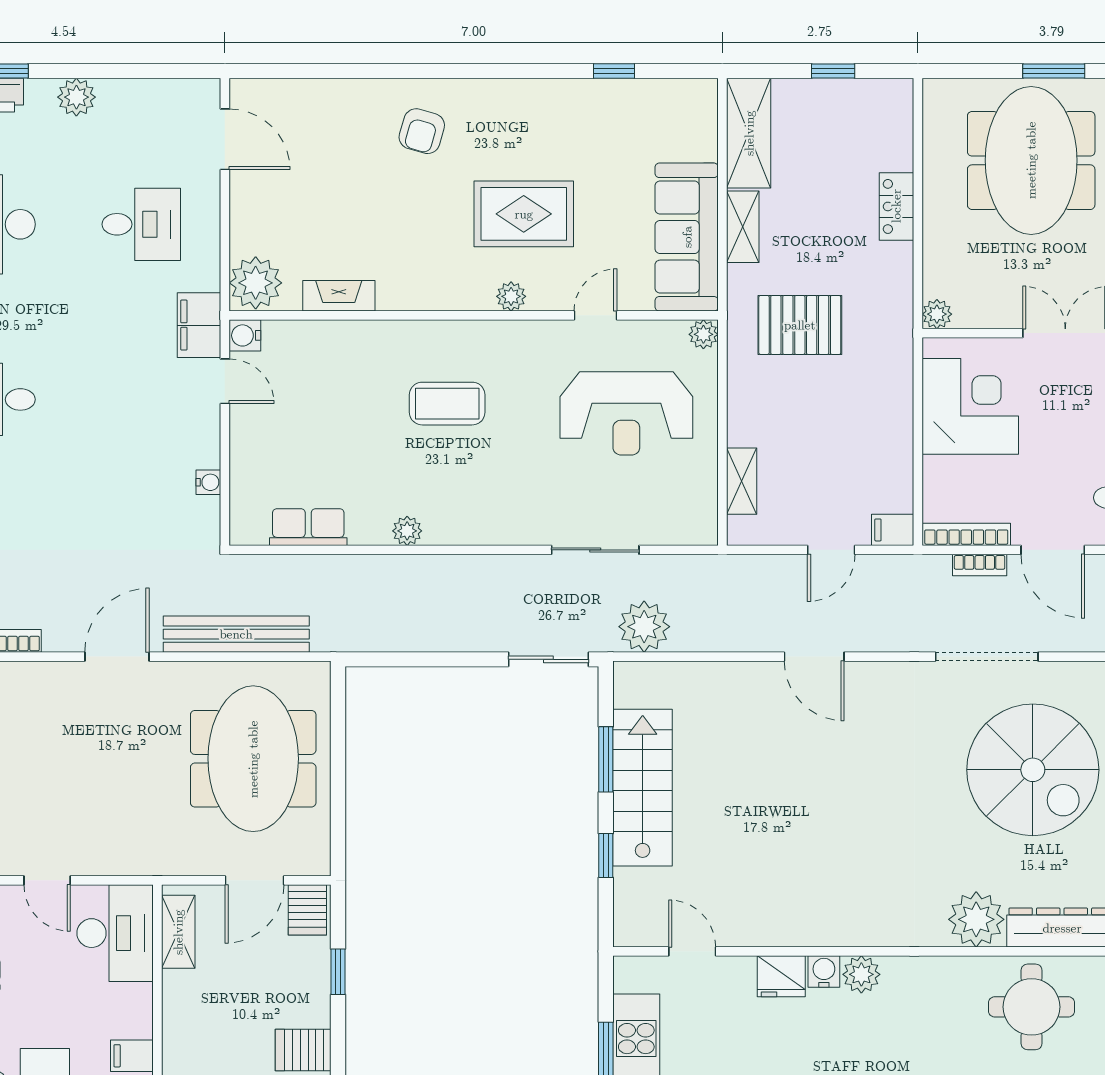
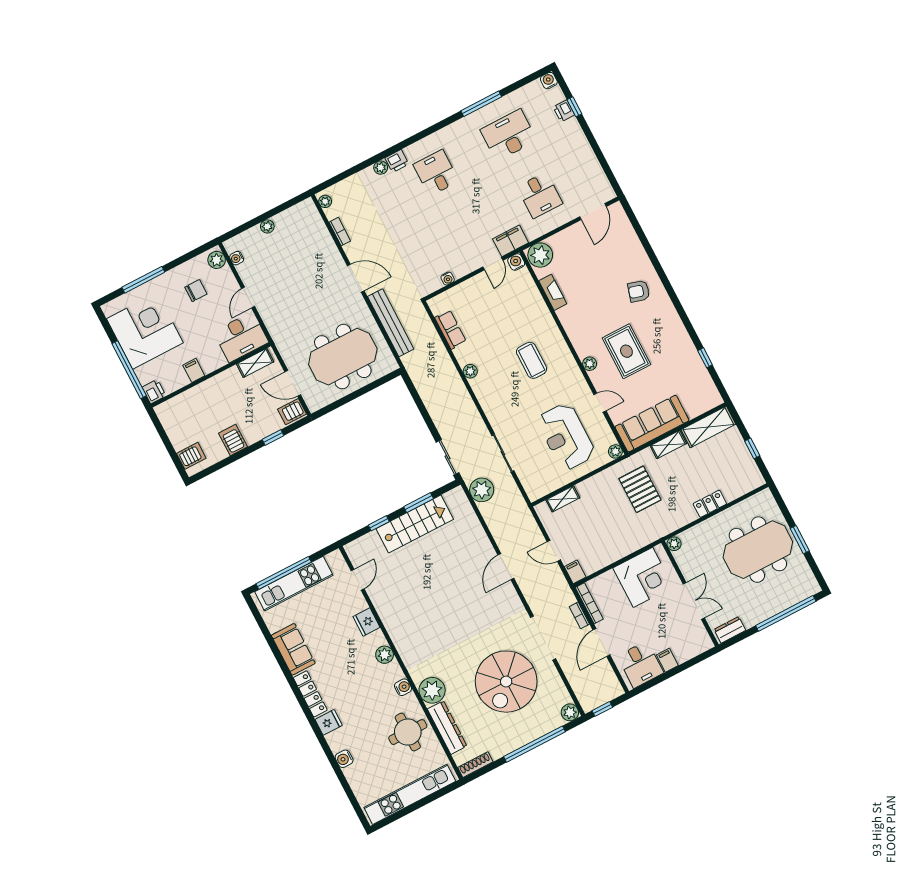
plant: (76, 97) -> (578, 141), removed
water cooler: (824, 972) -> (403, 687), moved

